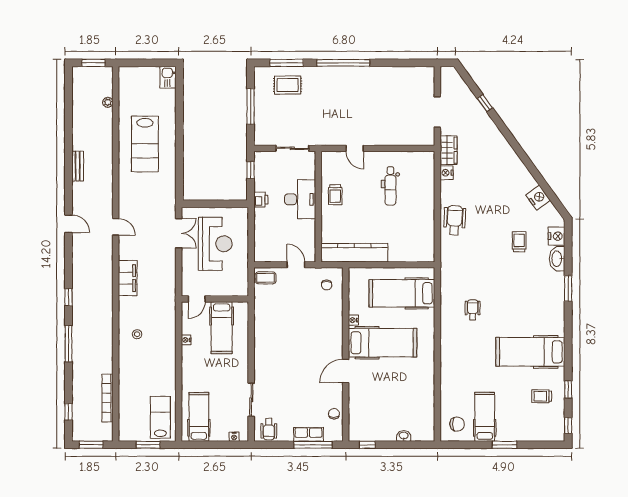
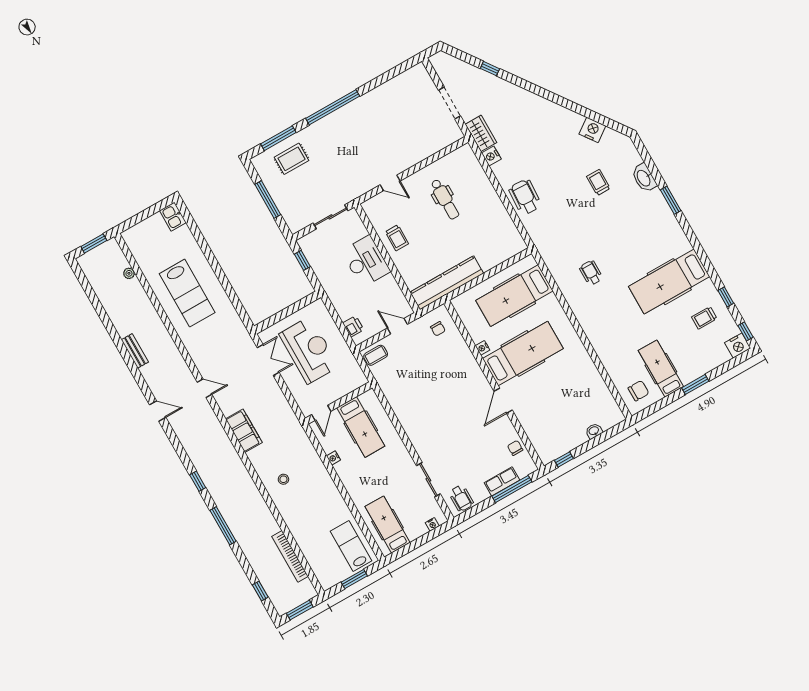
printer: (261, 200) -> (353, 326), moved
nightstand: (556, 236) -> (738, 346), moved, turned 90

